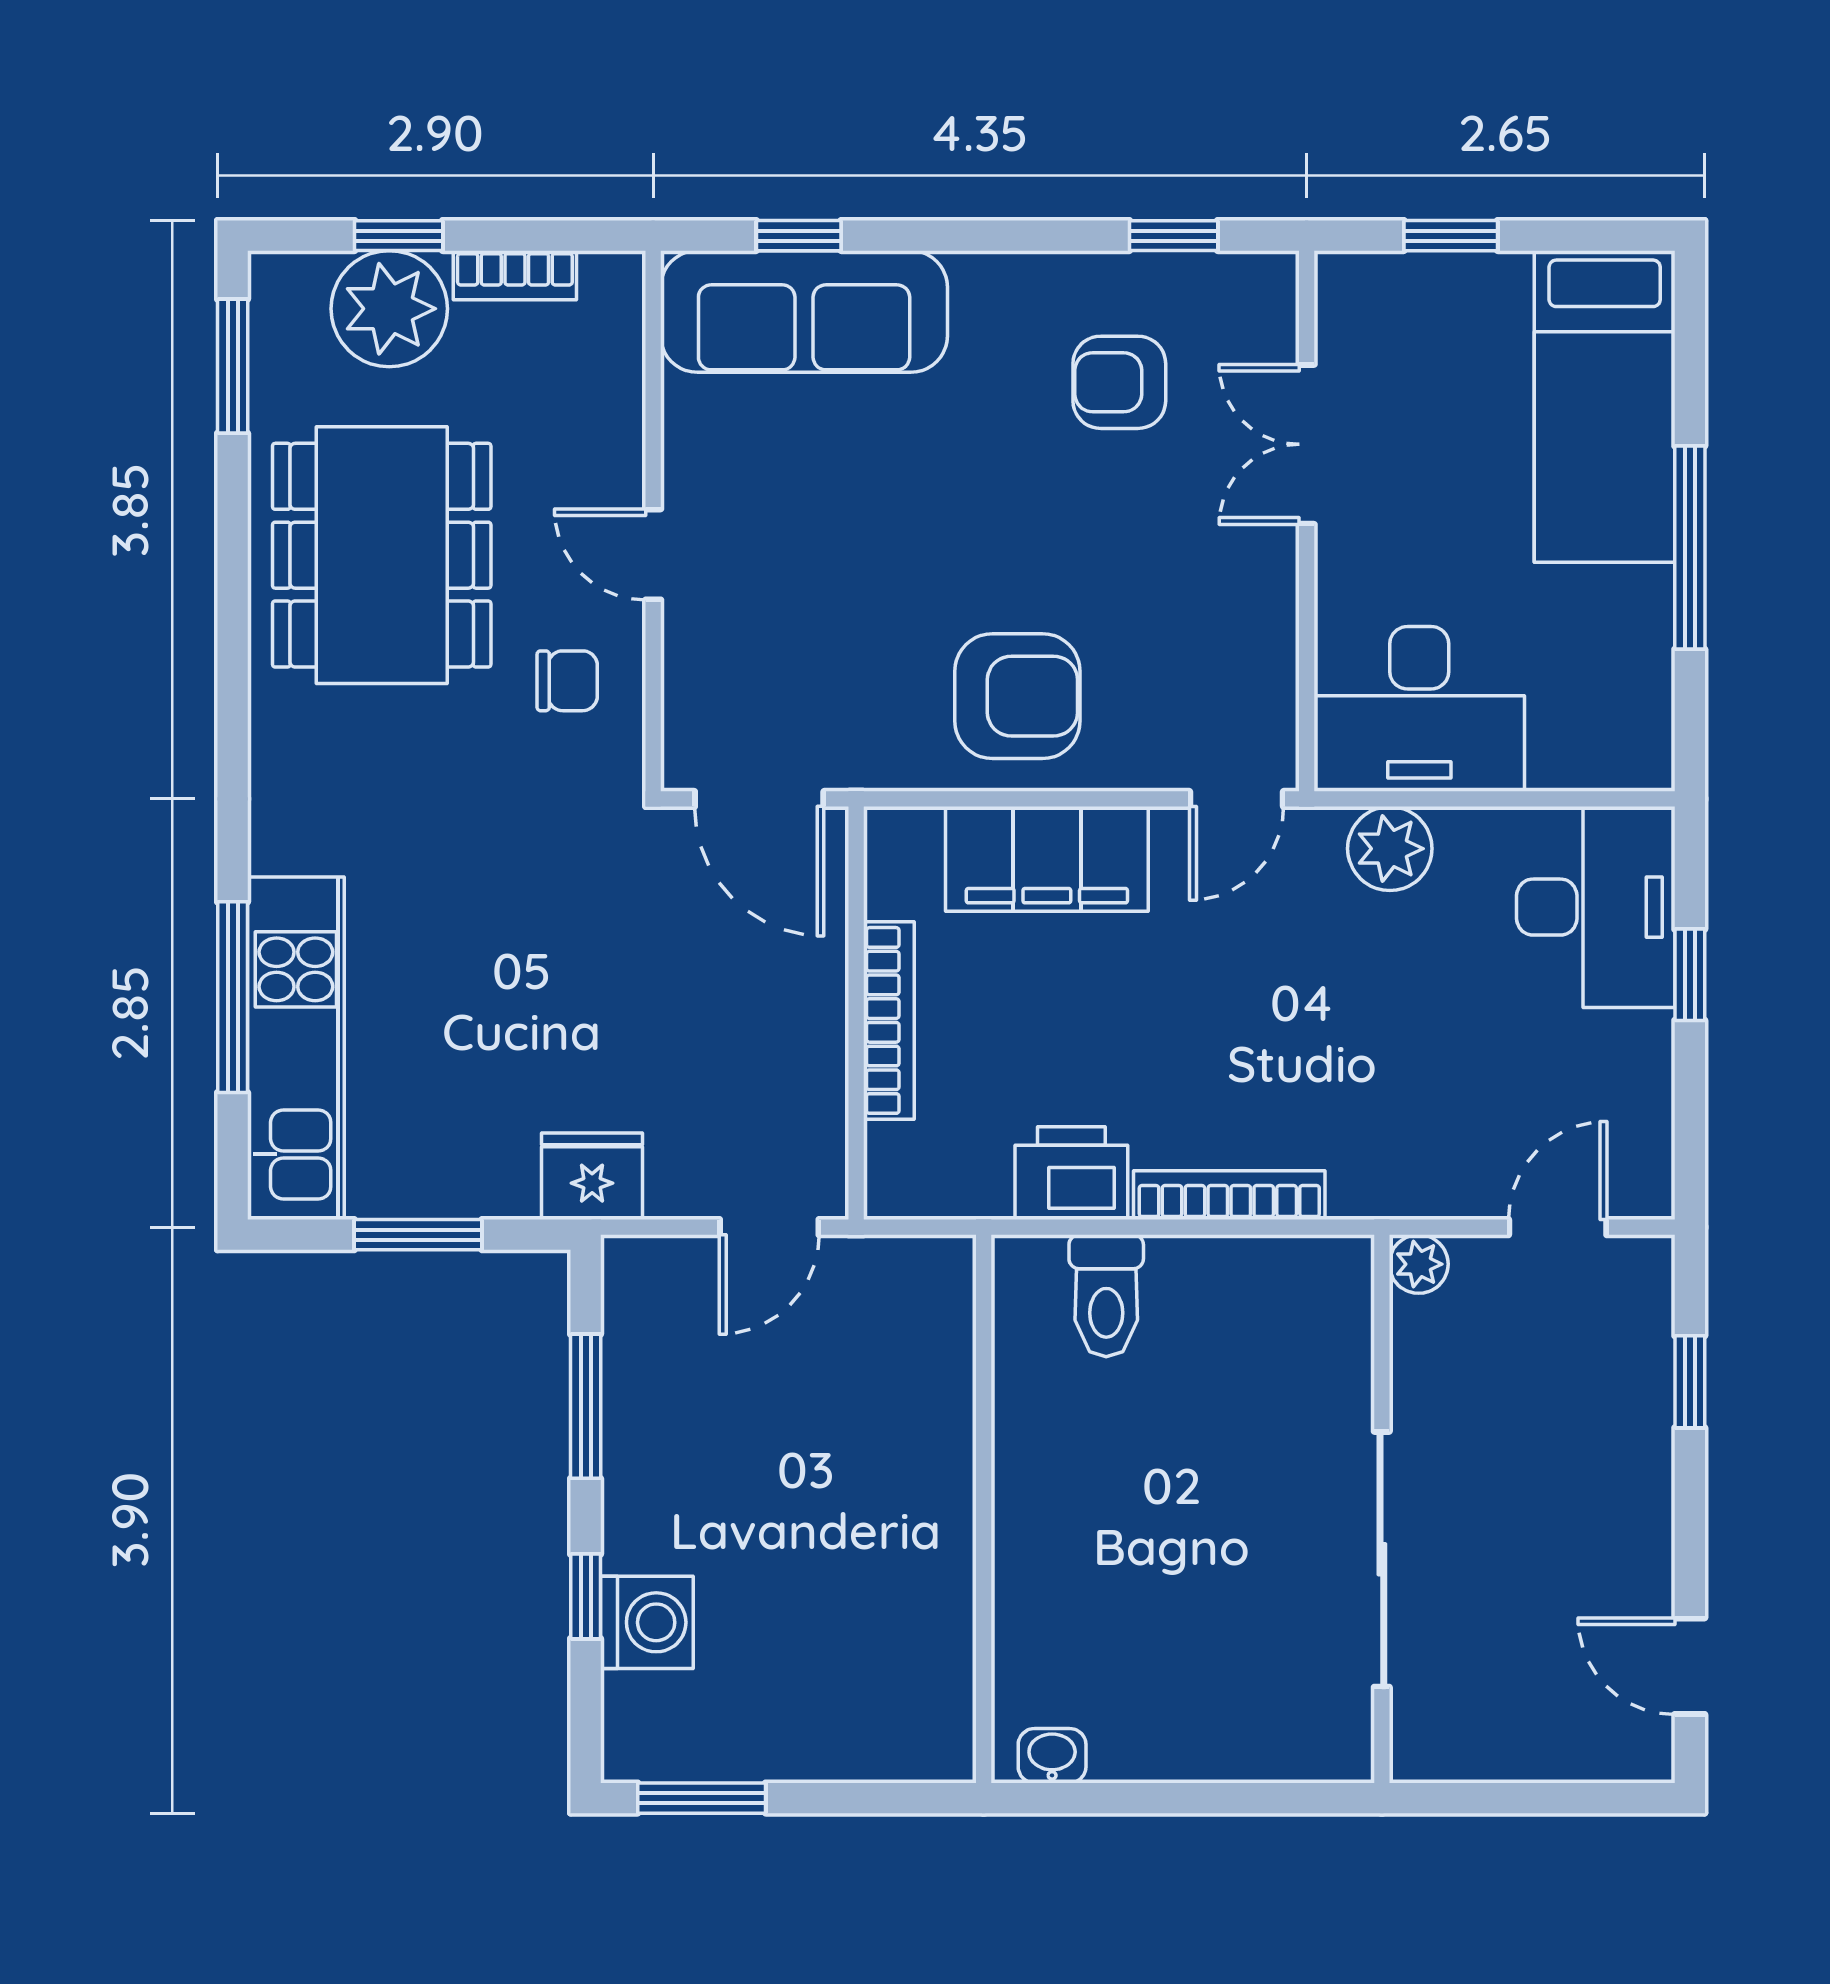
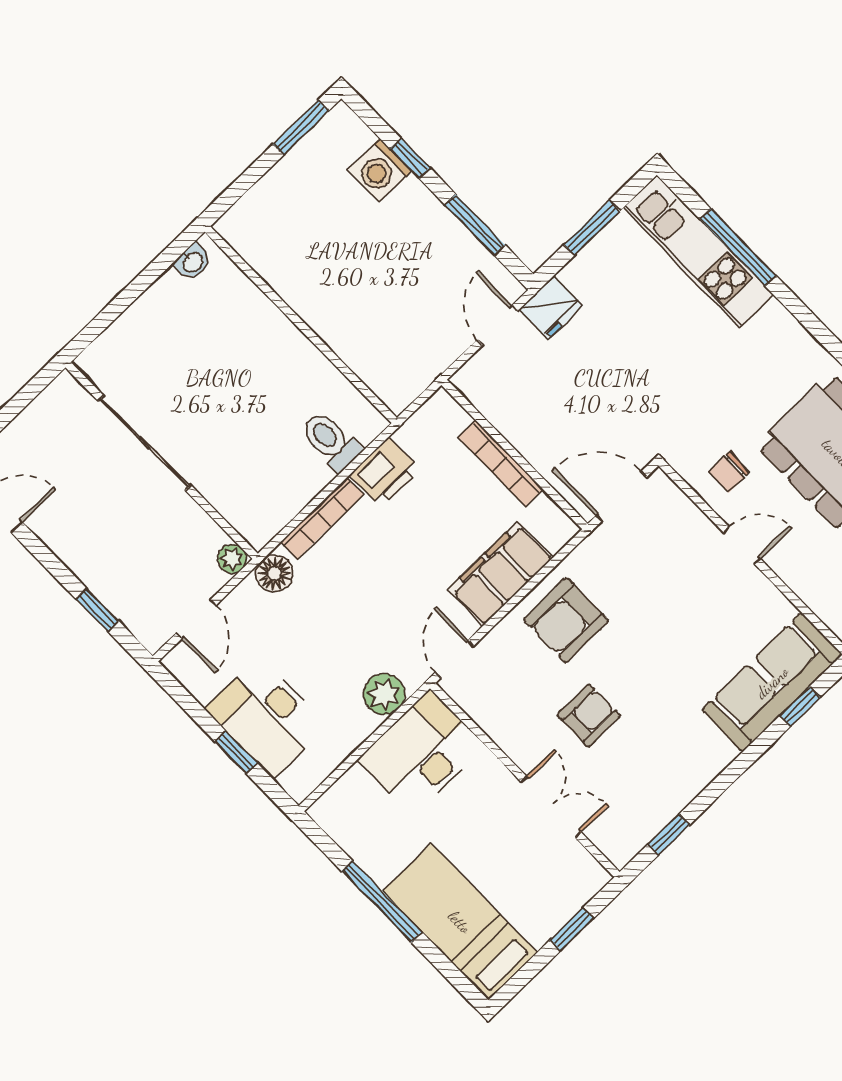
armchair: (1119, 382) -> (589, 716), moved
desk: (1596, 907) -> (266, 717), moved
floor lamp: (1378, 1182) -> (274, 574), added
door: (769, 1227) -> (497, 325), moved

